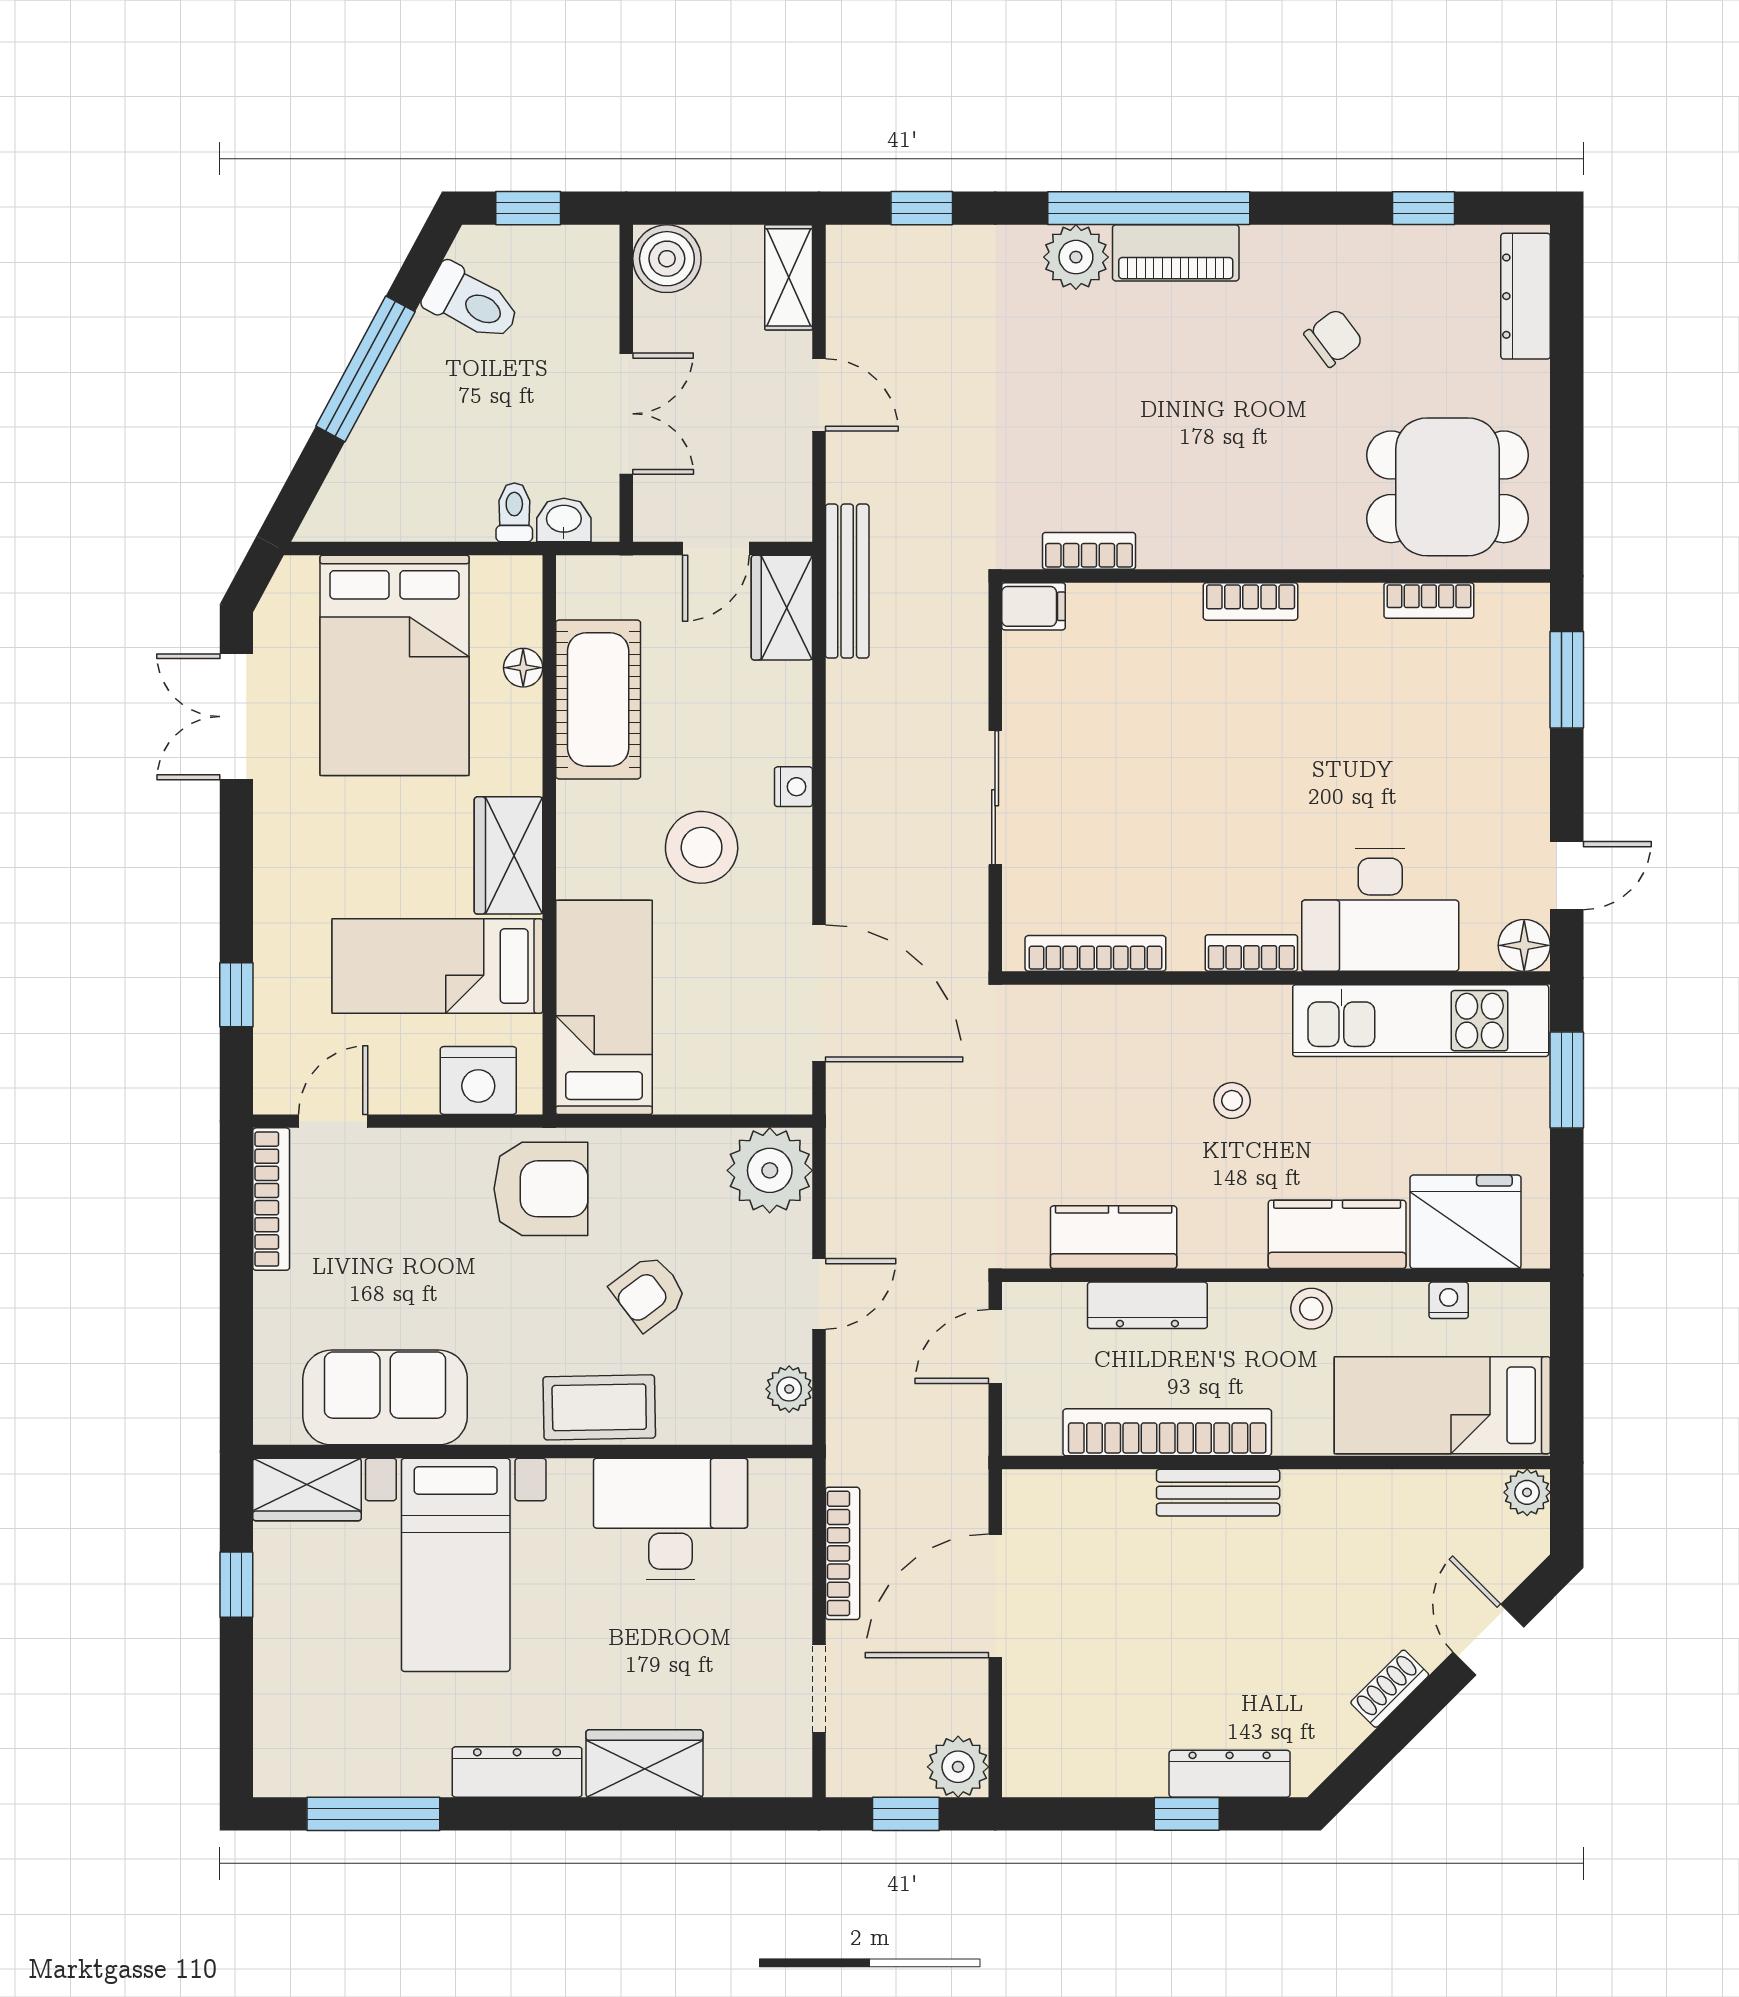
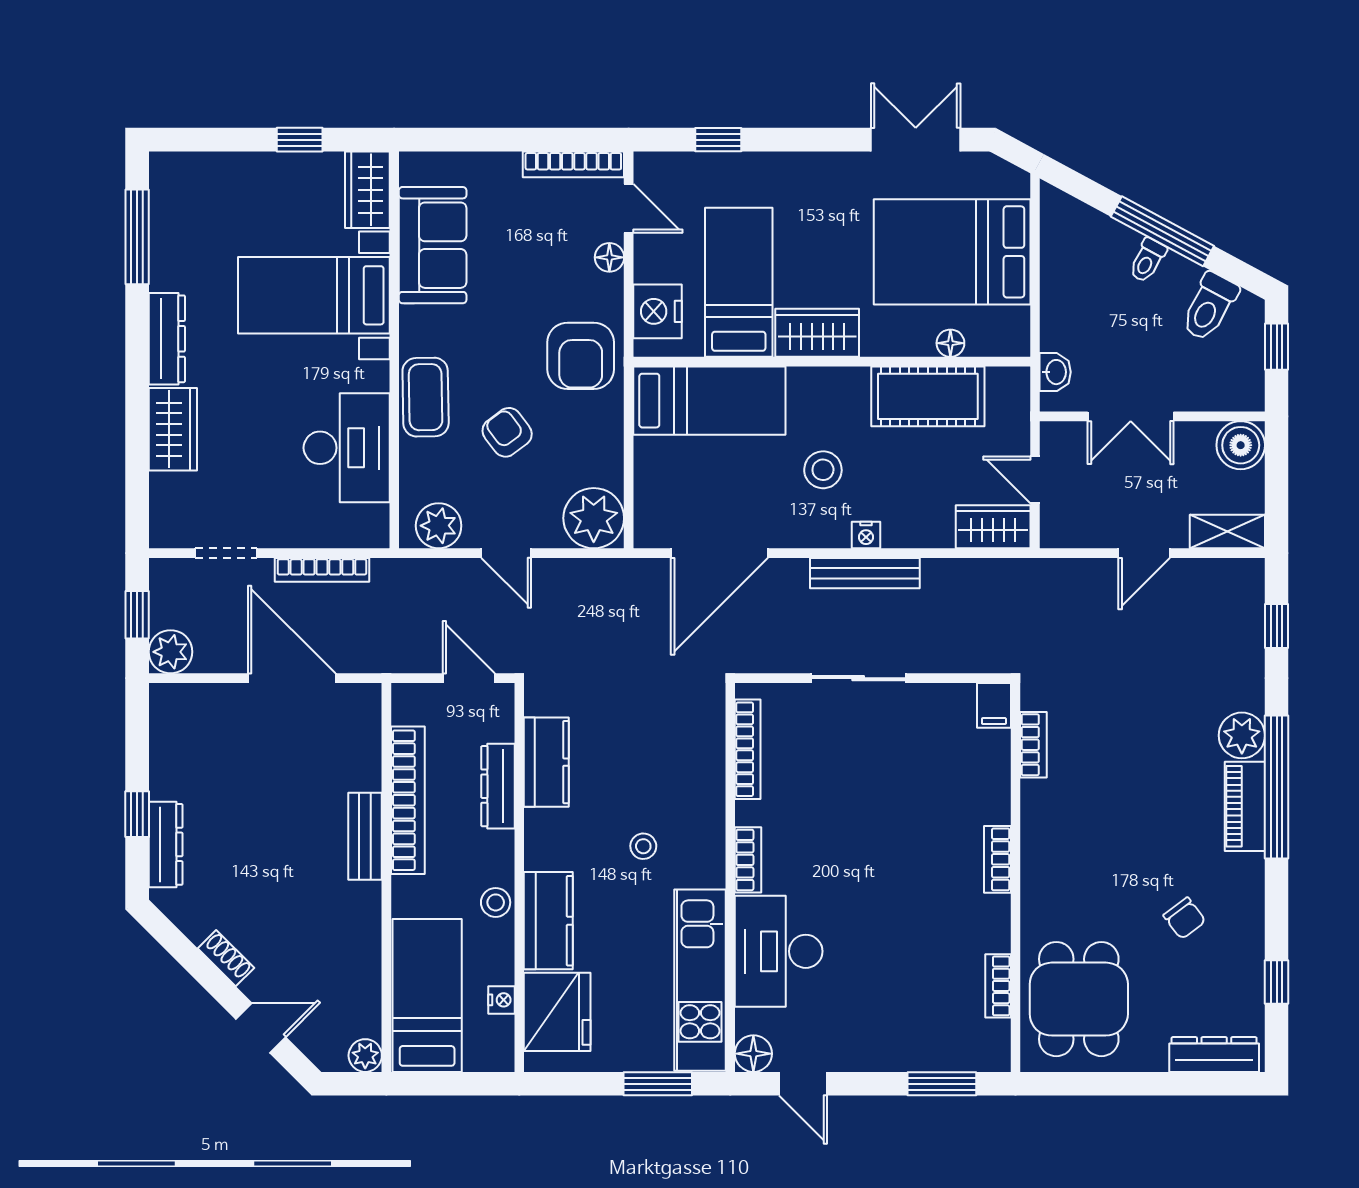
toilet: (514, 512) -> (1147, 260), moved, turned 118
bench: (847, 581) -> (865, 573), moved
stool: (702, 847) -> (823, 470), width x0.73, depth x0.73
floor lamp: (402, 1148) -> (609, 257), added
plant: (789, 1389) -> (439, 526), width x1.38, depth x1.38

